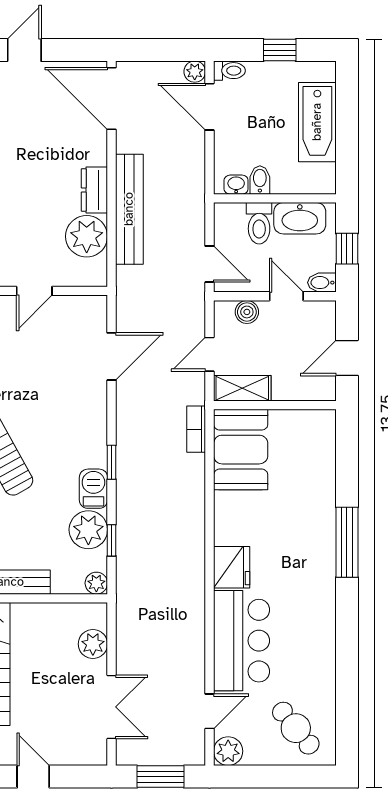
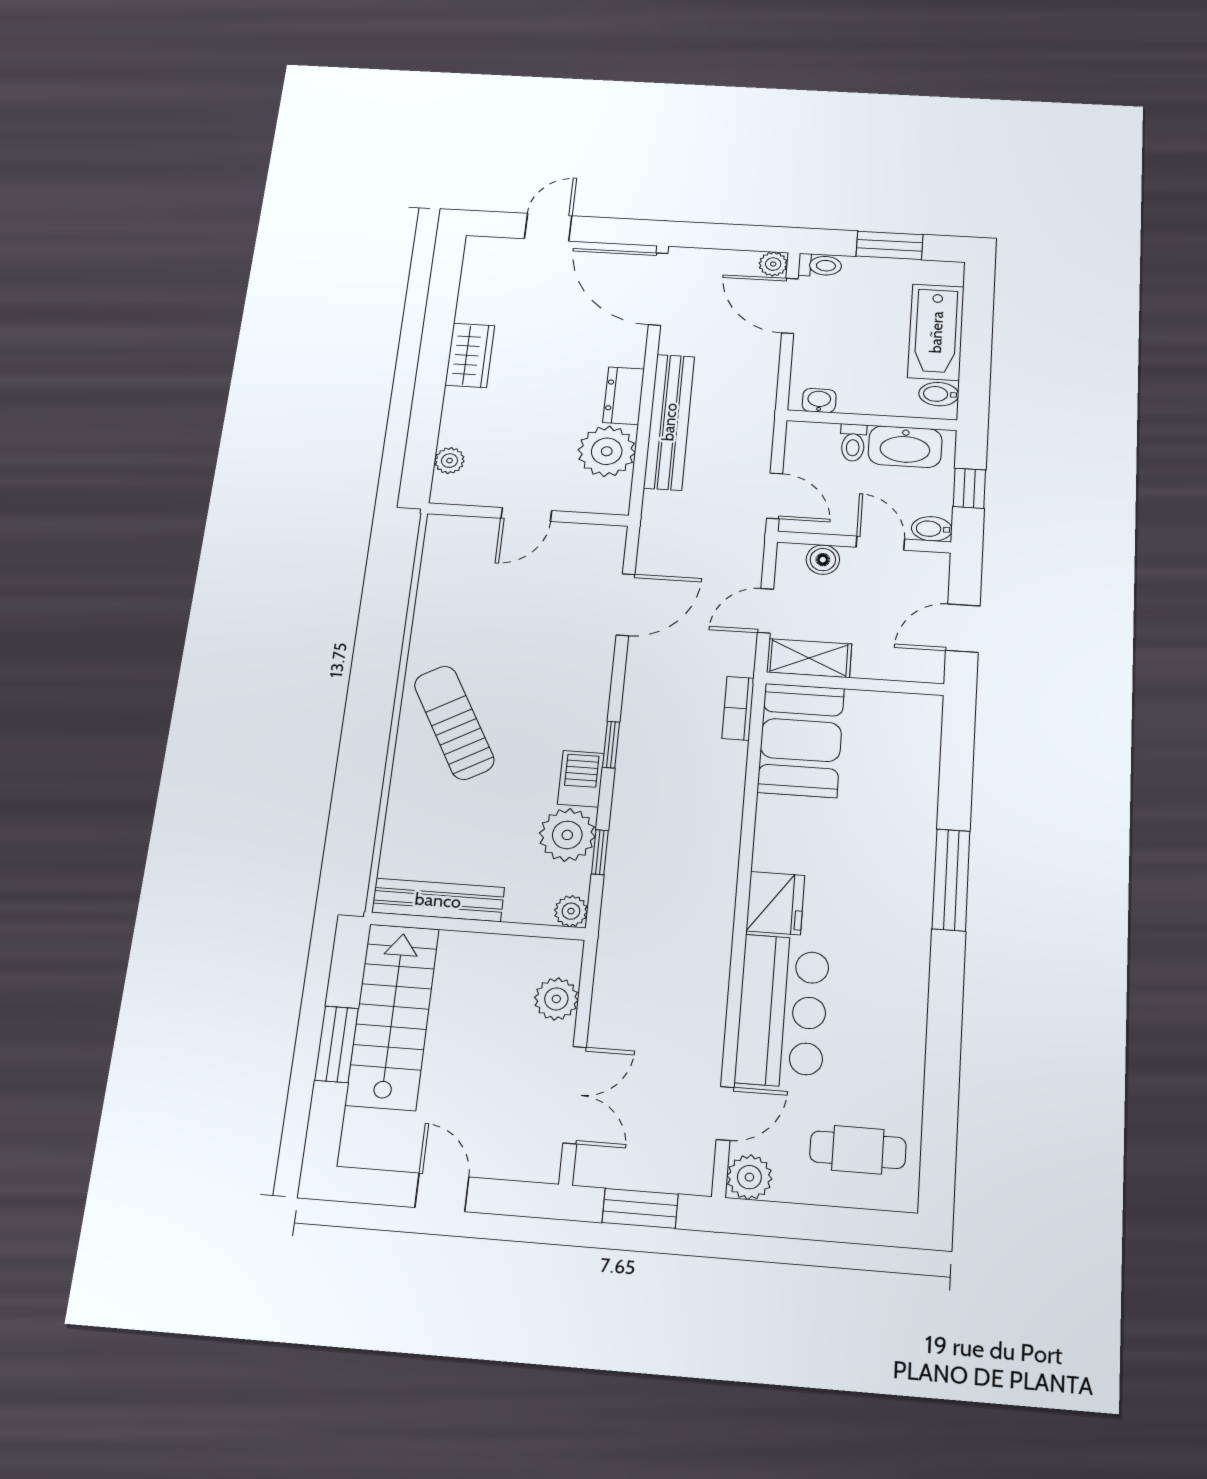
window: (280, 50) -> (890, 245), width x1.50
bidet: (260, 180) -> (939, 394), moved, turned -90
toilet: (259, 223) -> (853, 443), width x0.73, depth x0.72
cafe table: (296, 728) -> (858, 1150), turned -51

